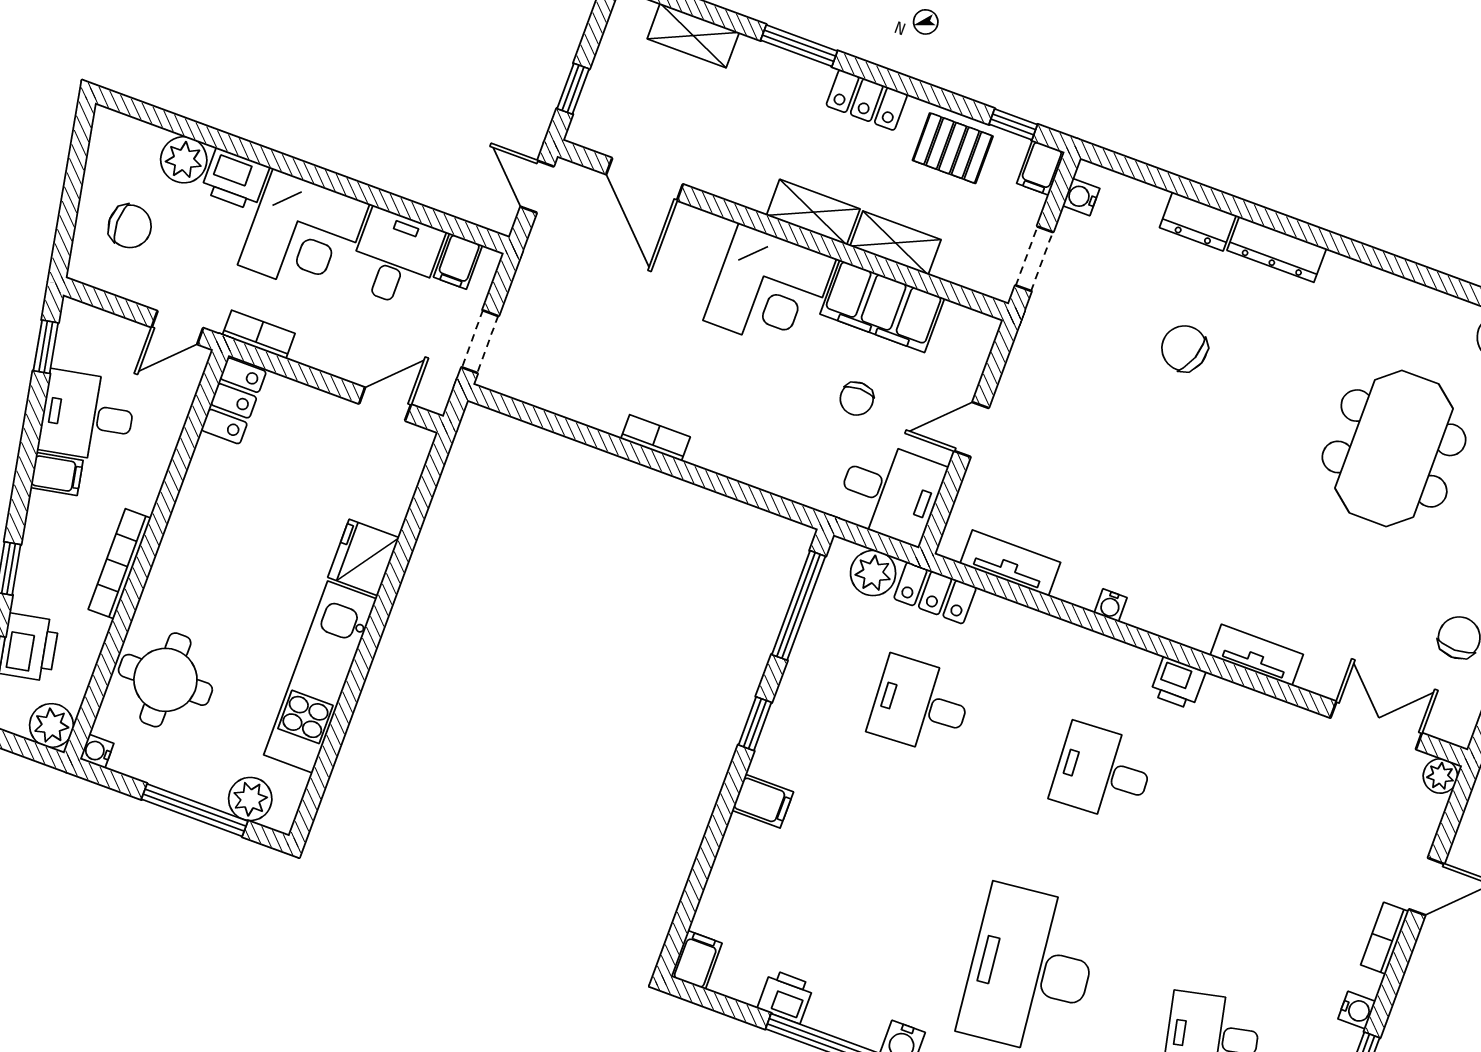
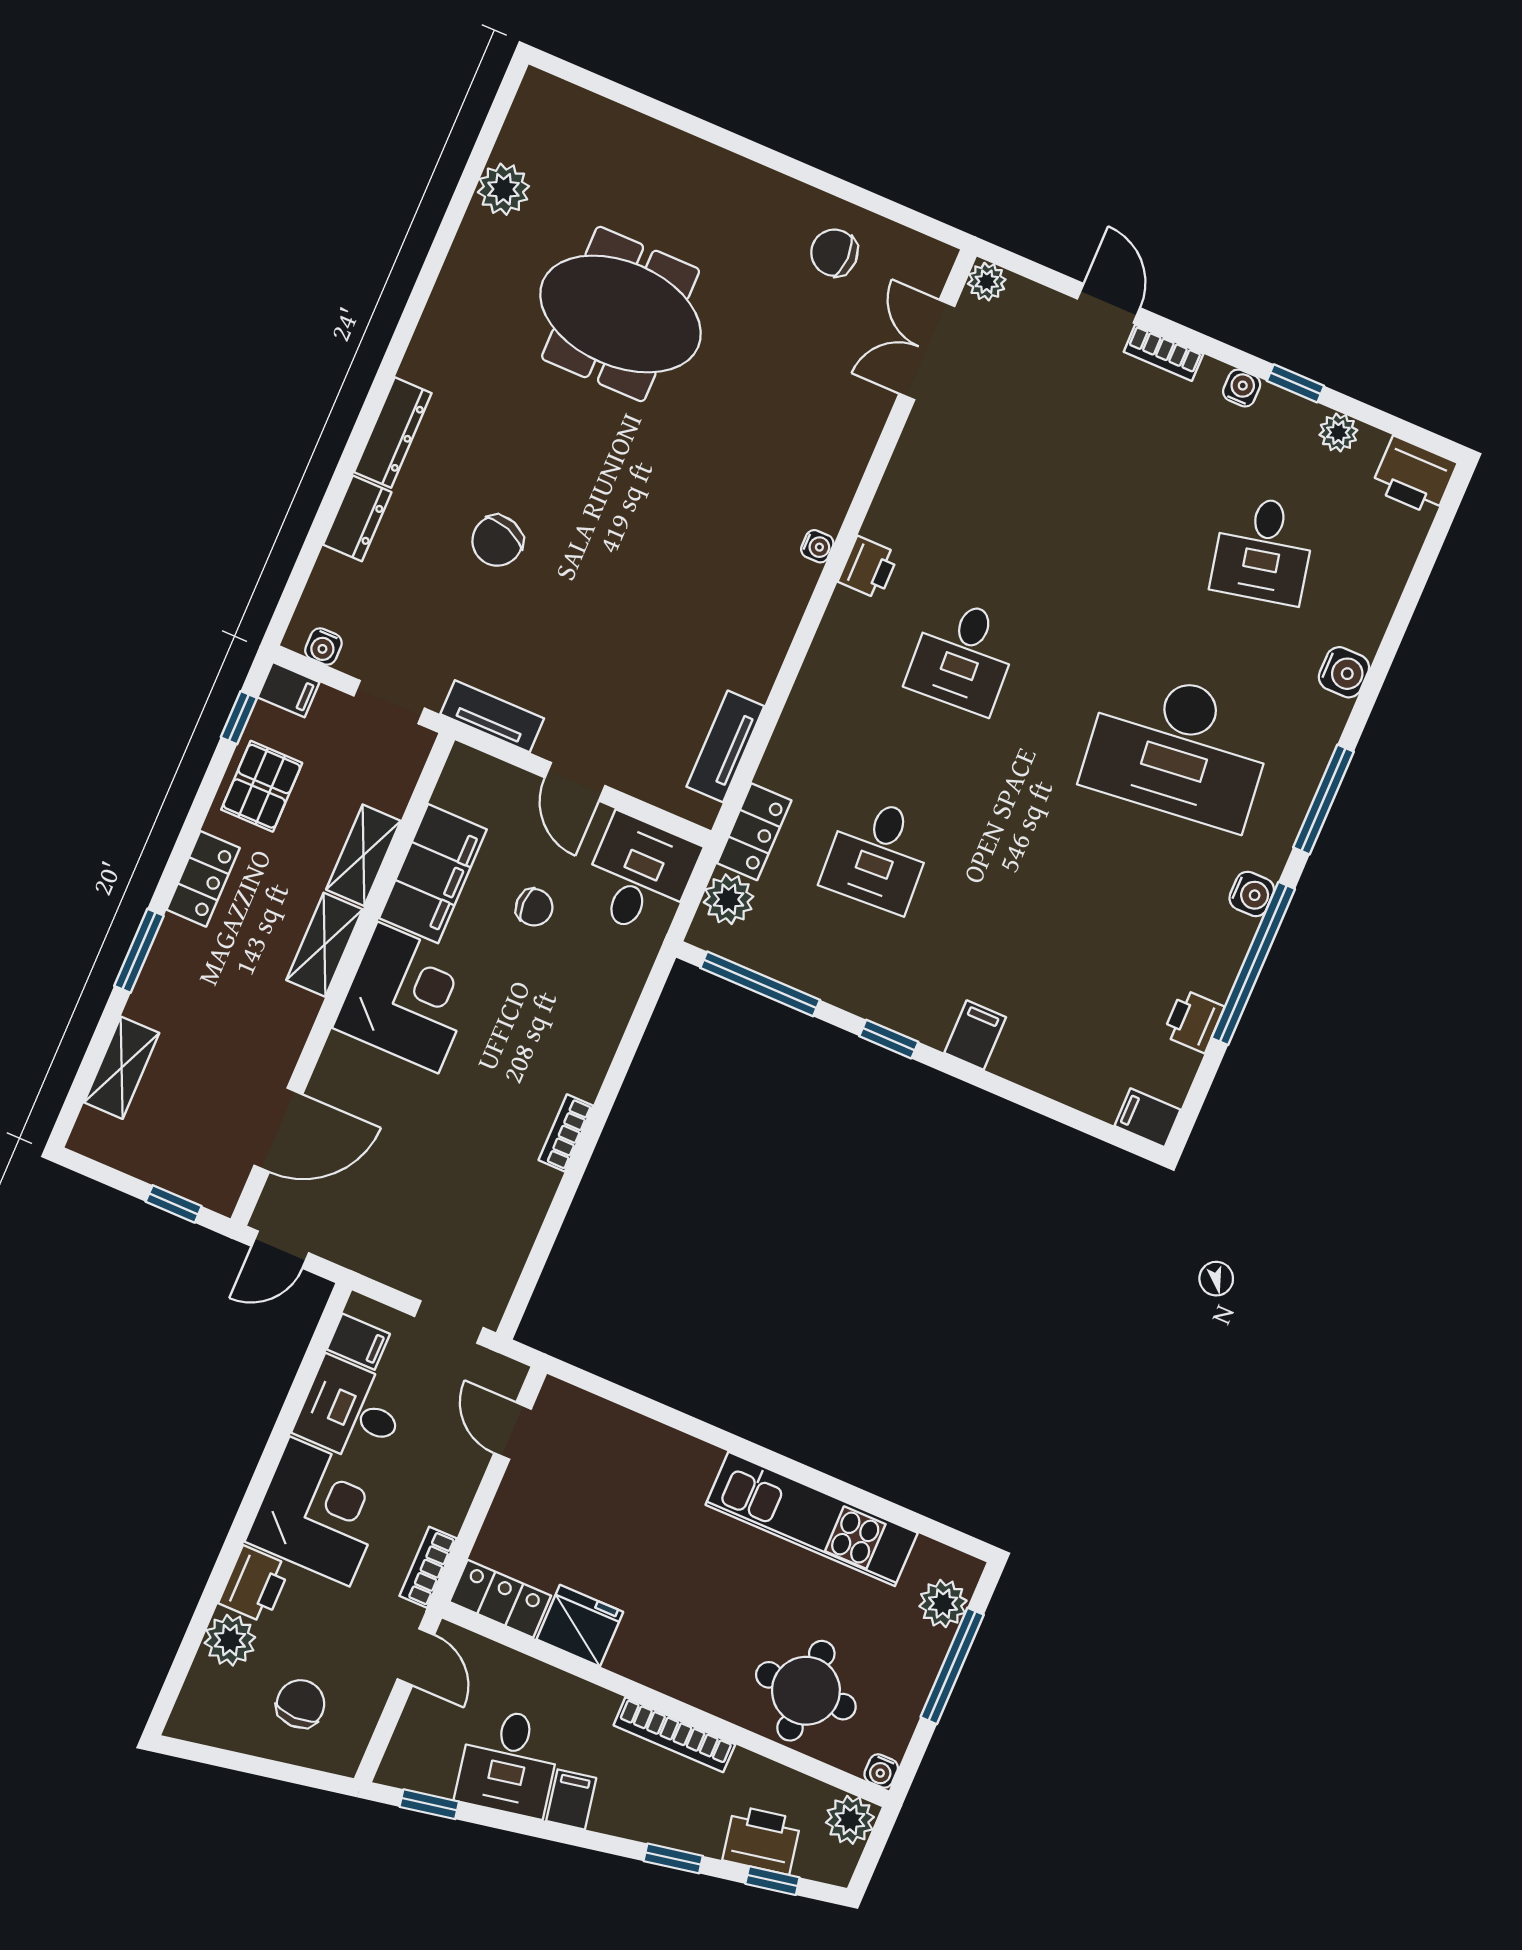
fridge: (364, 557) -> (580, 1626), moved, turned 180
water cooler: (1111, 605) -> (817, 546), moved
tv unit: (1257, 655) -> (492, 716), moved, turned 90

